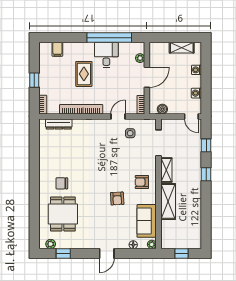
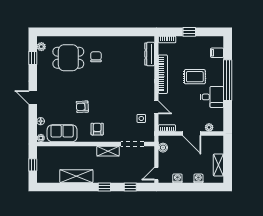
window: (109, 38) -> (228, 80), moved
shelving: (168, 201) -> (76, 176), moved

